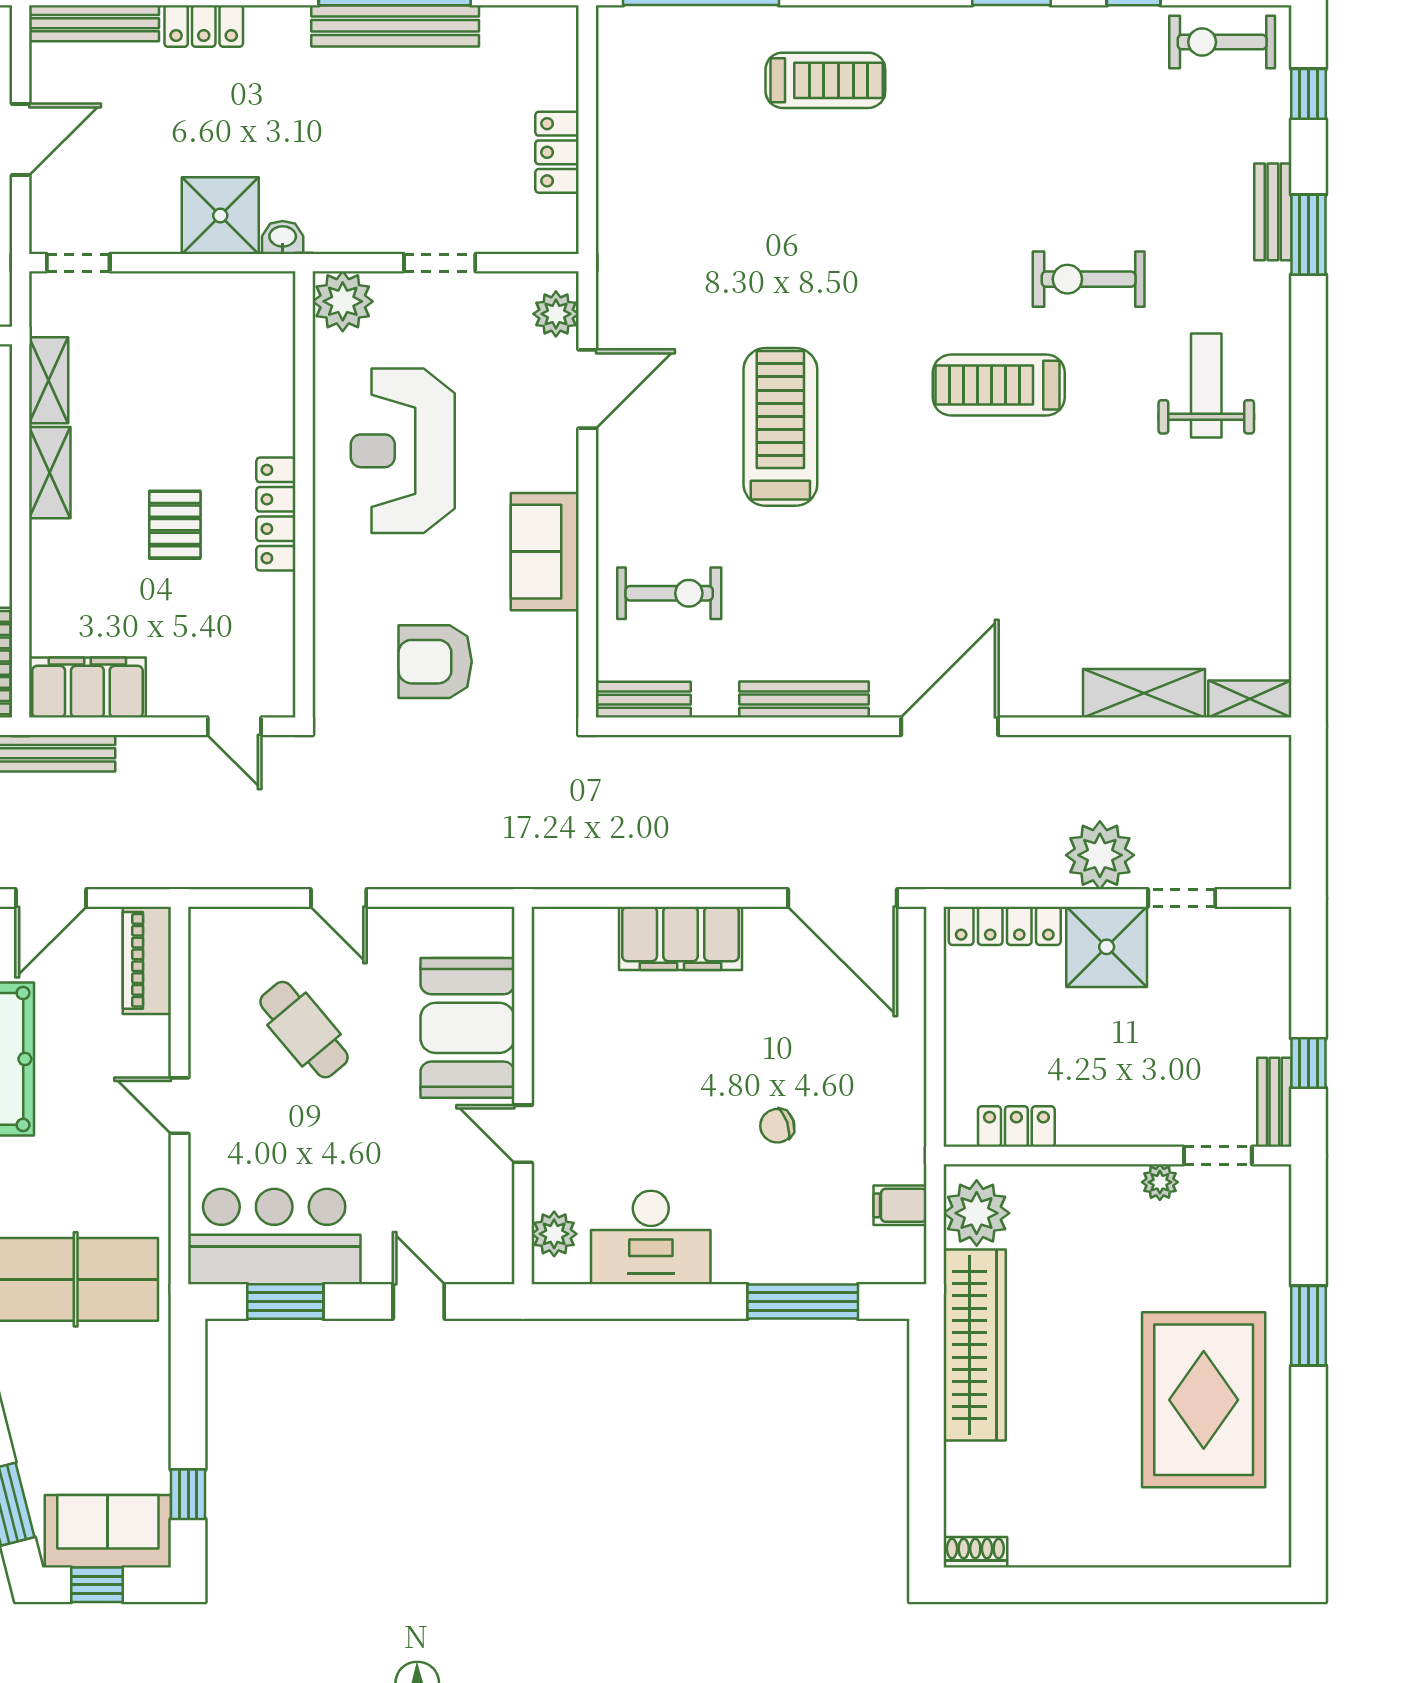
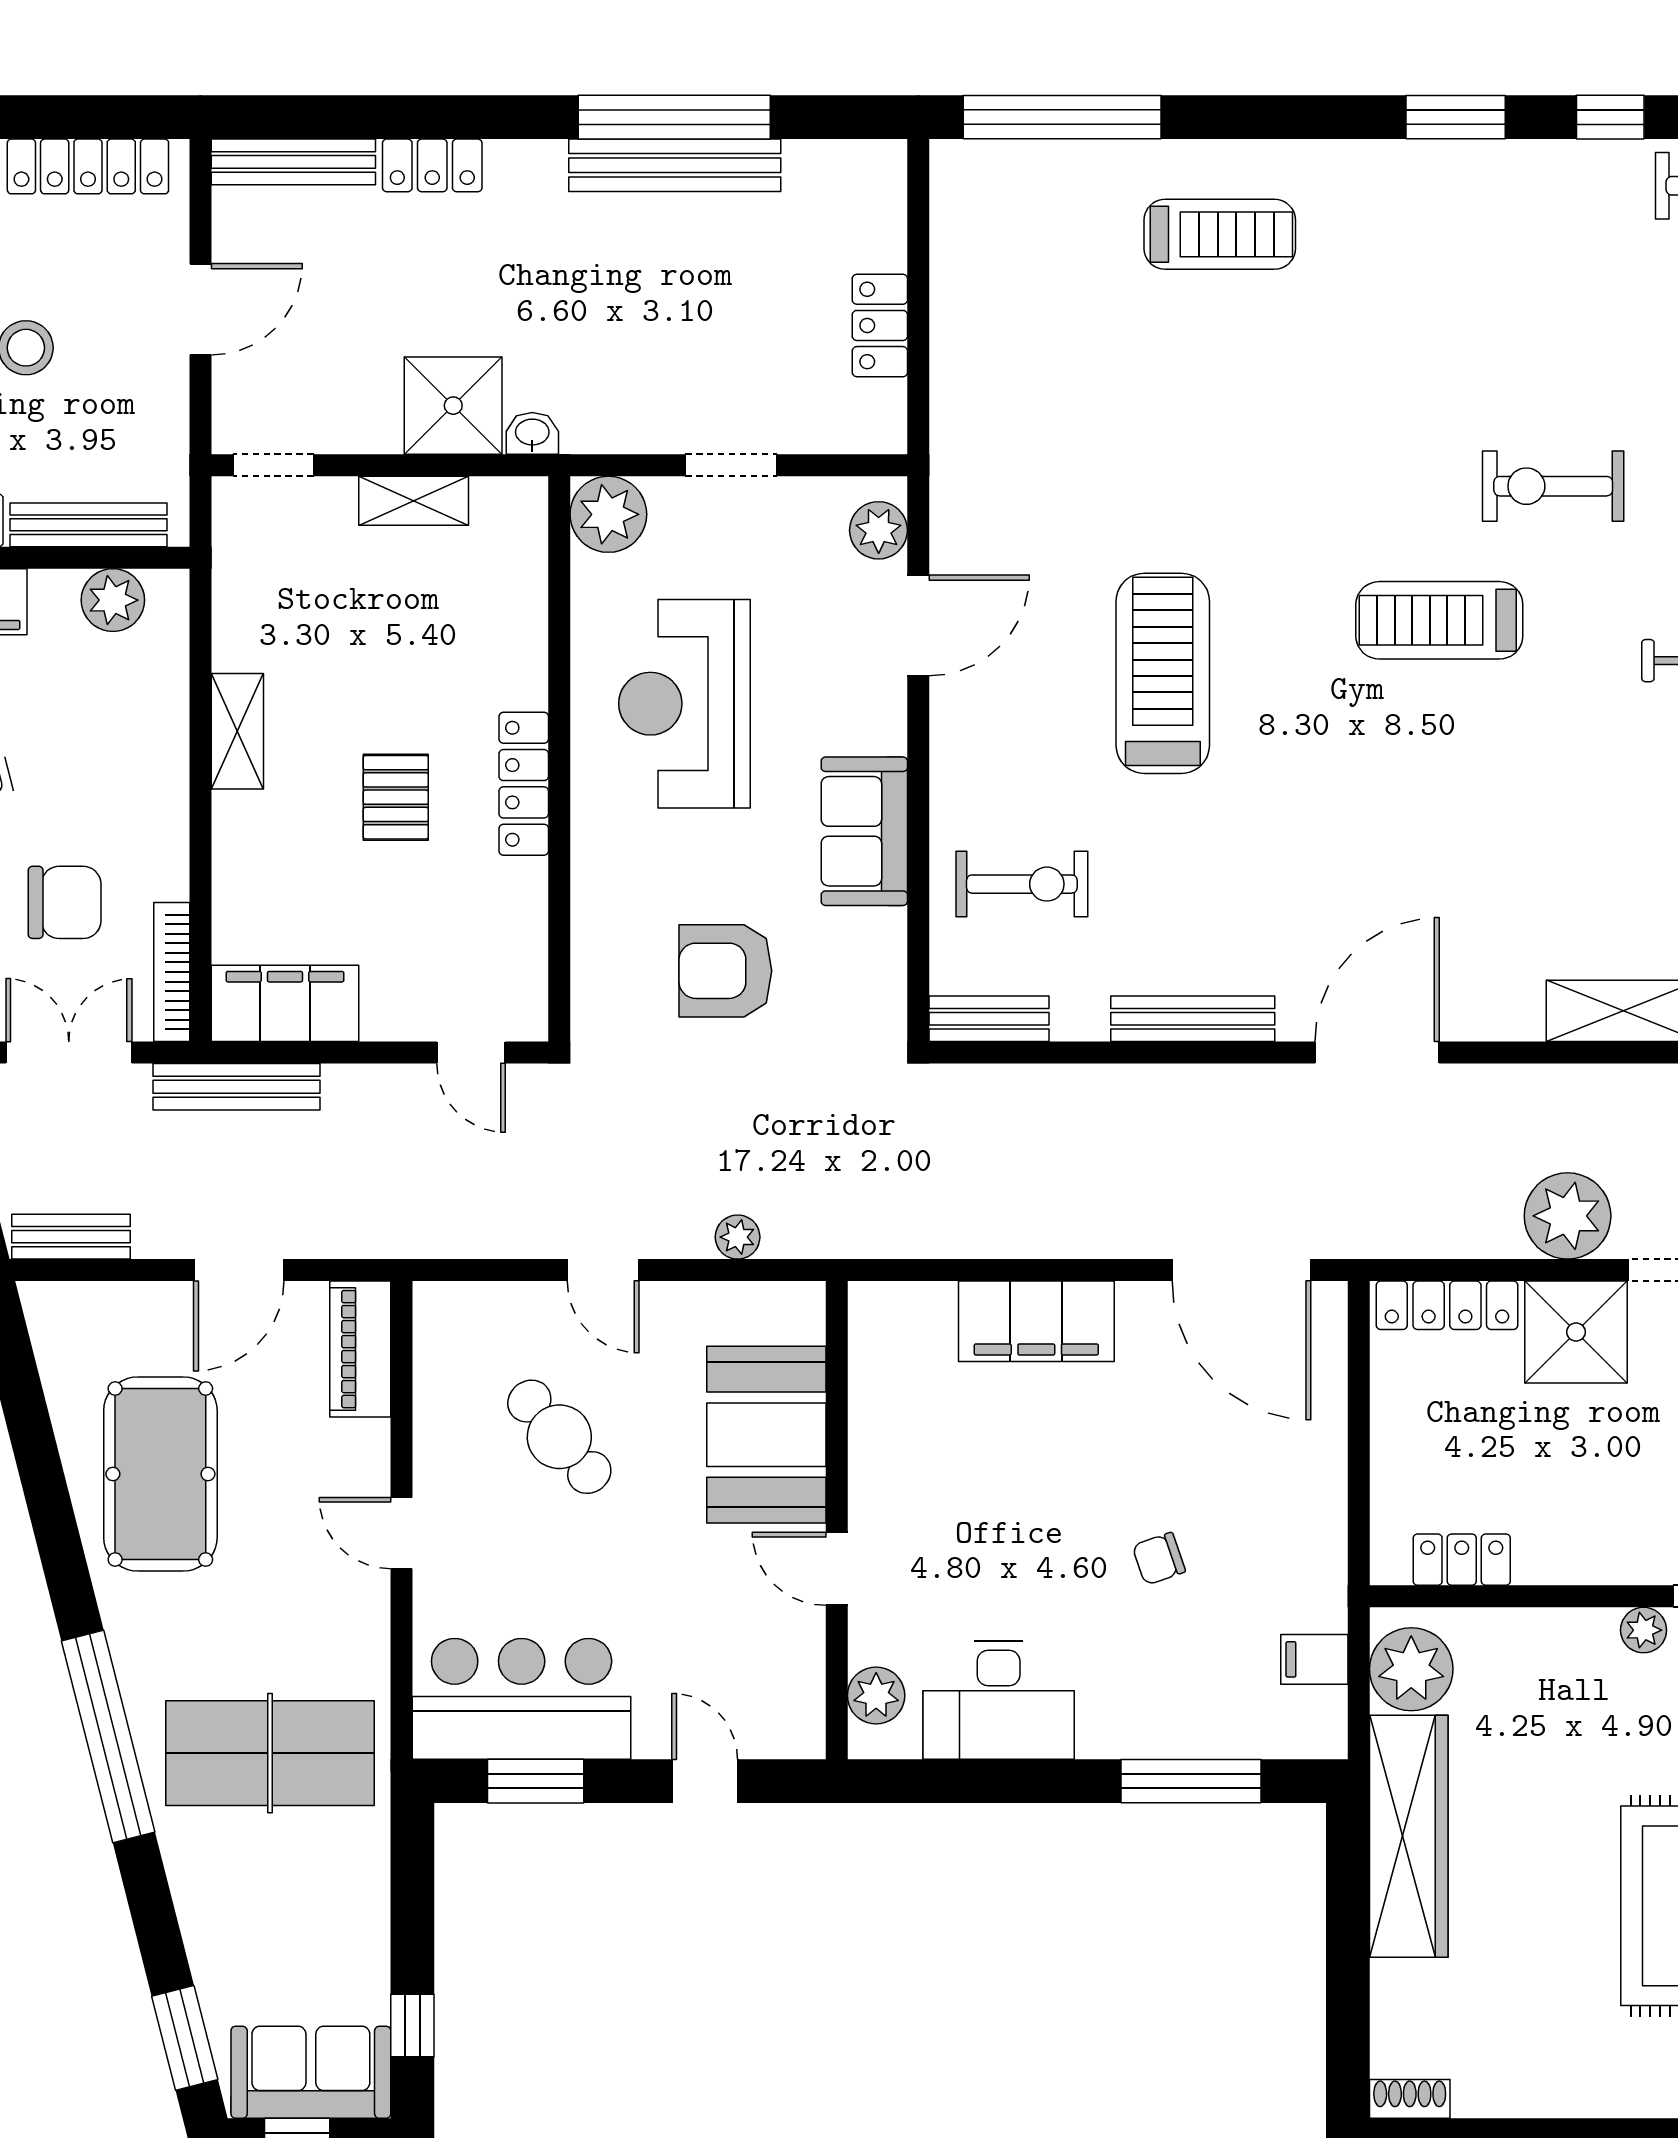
shelving: (49, 380) -> (414, 501), moved, turned 90
plant: (445, 872) -> (738, 1237), added

